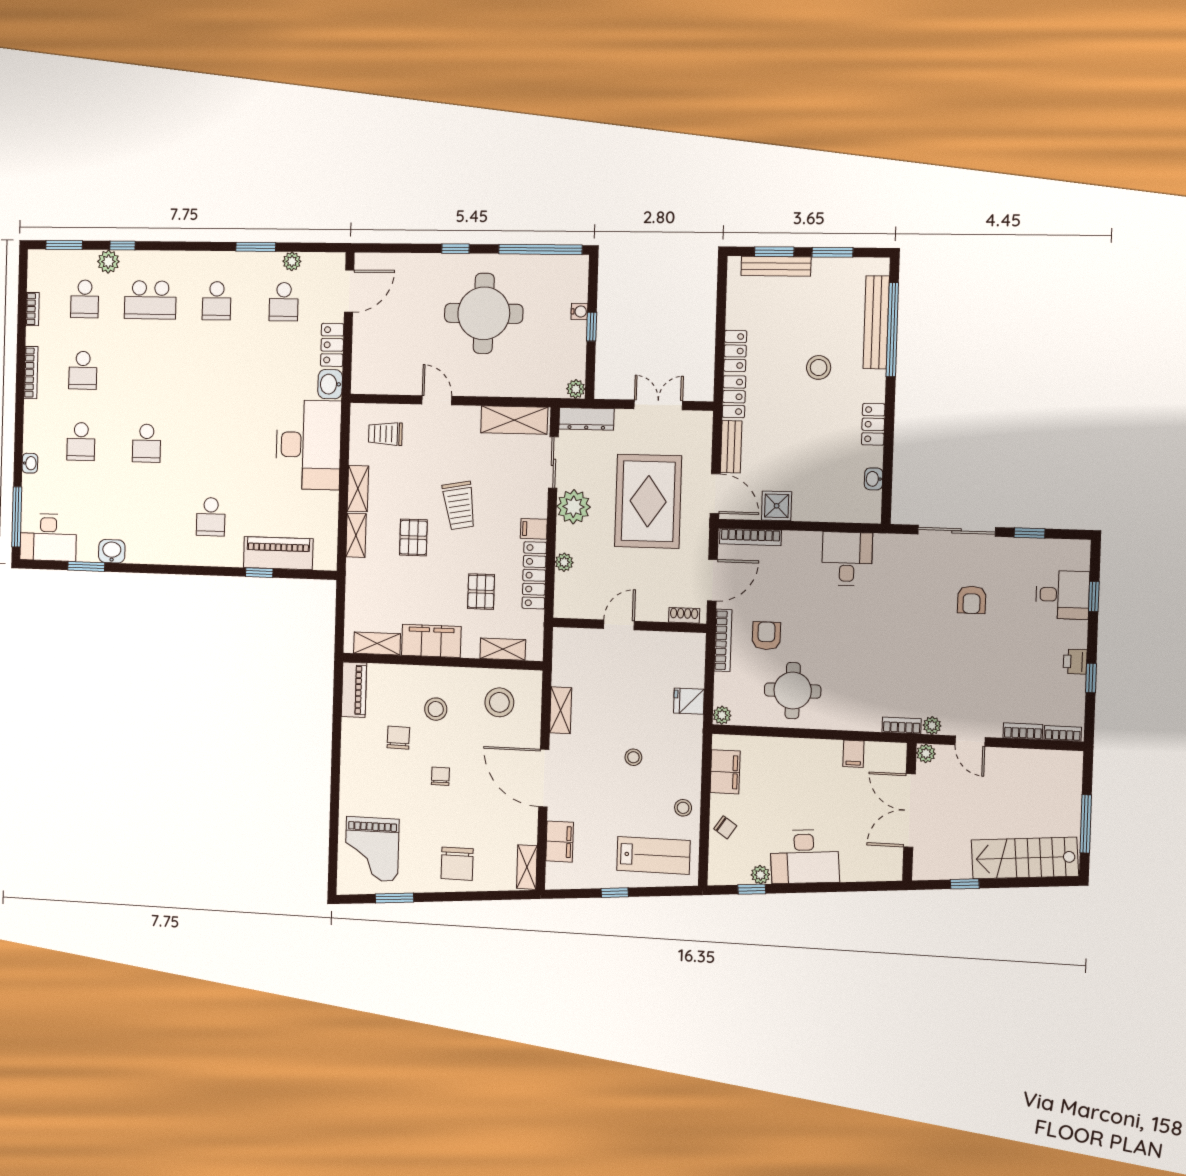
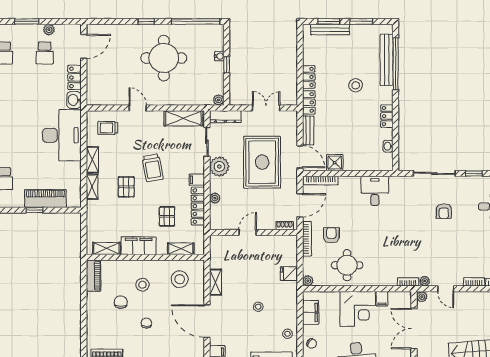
corner desk: (809, 770) -> (358, 309), added

